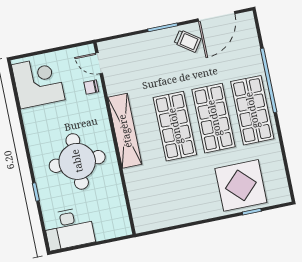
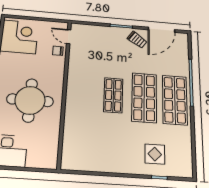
shop shelf: (175, 126) -> (113, 95), width x0.70, depth x0.74
shelving: (125, 131) -> (74, 88), removed
display table: (241, 185) -> (155, 154), width x0.54, depth x0.54

